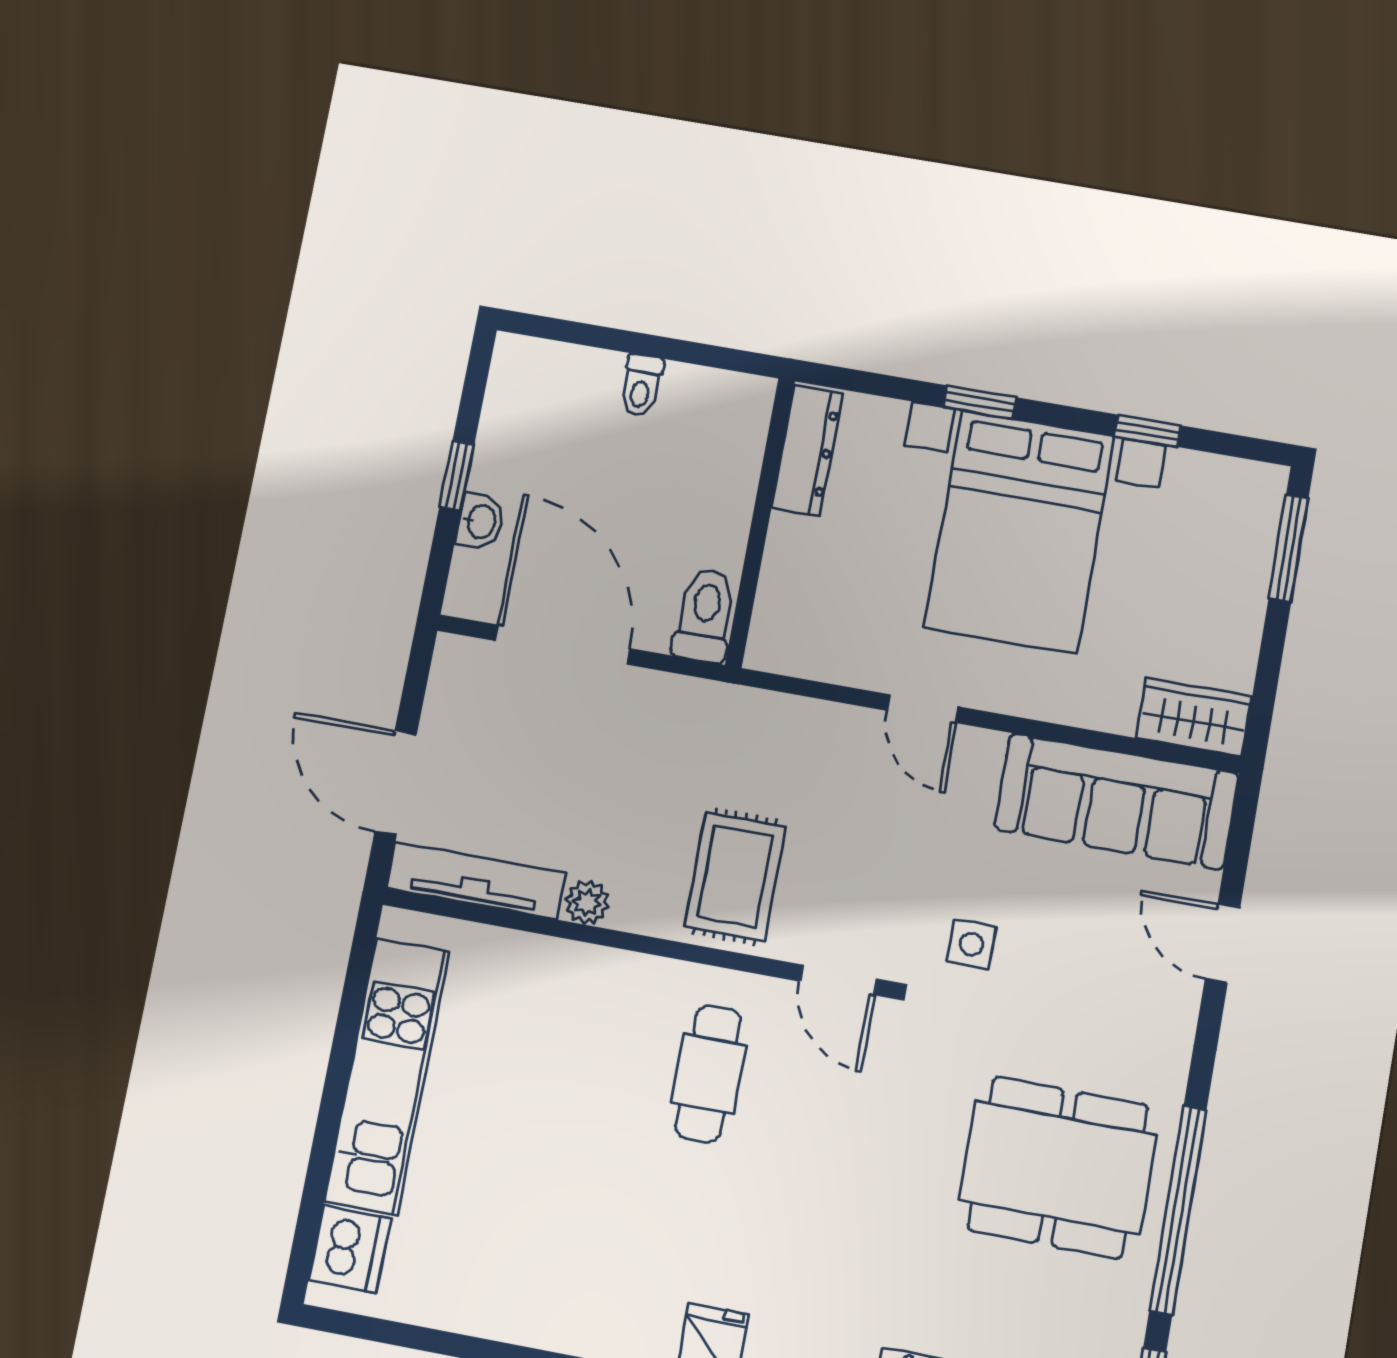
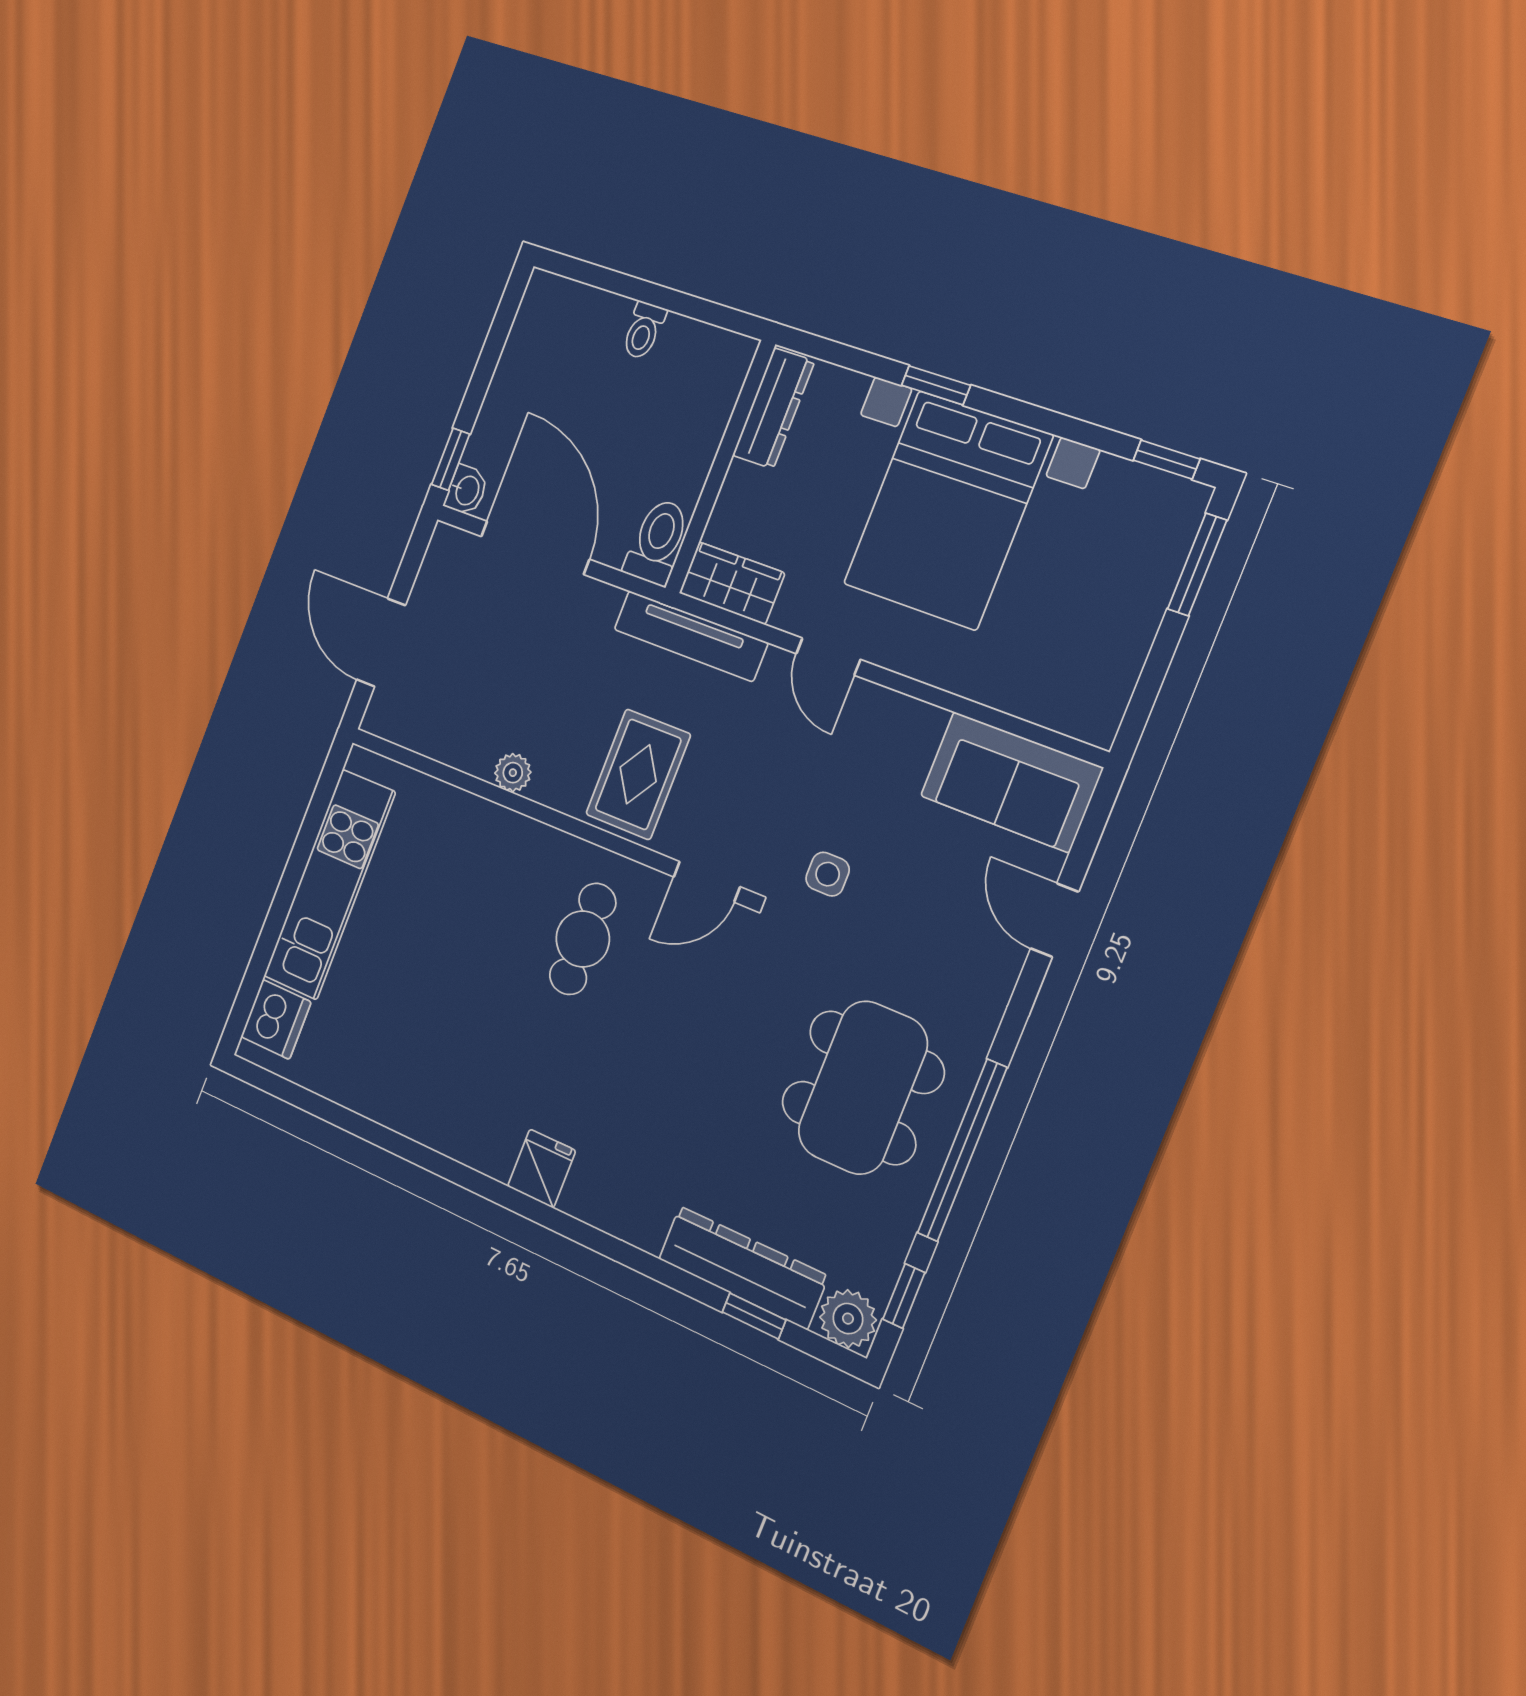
window: (1148, 431) -> (1167, 460), moved
window: (457, 475) -> (451, 459), moved
washbasin: (480, 521) -> (466, 490), moved
wardrobe: (1194, 717) -> (732, 583), moved
sofa: (1116, 801) -> (1011, 782), width x0.73
tv unit: (476, 881) -> (690, 636), moved, turned 180
door: (838, 980) -> (707, 882), hinge flipped
dining table: (1058, 1167) -> (863, 1088), turned 90

